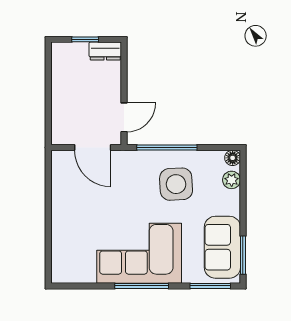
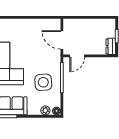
door: (124, 117) -> (77, 56), hinge flipped
door: (93, 148) -> (62, 40), hinge flipped

